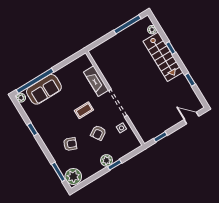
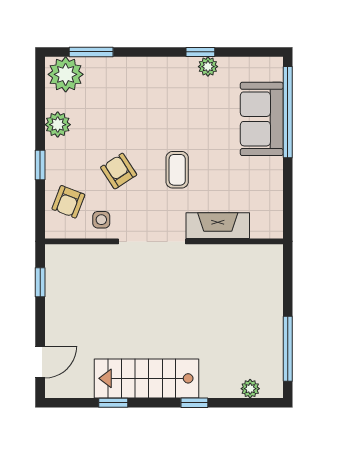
stairs: (163, 57) -> (147, 378), moved
plant: (21, 98) -> (208, 67), moved
armchair: (70, 144) -> (68, 202), moved
plant: (107, 160) -> (58, 125), moved

